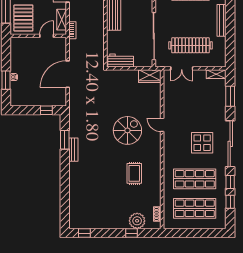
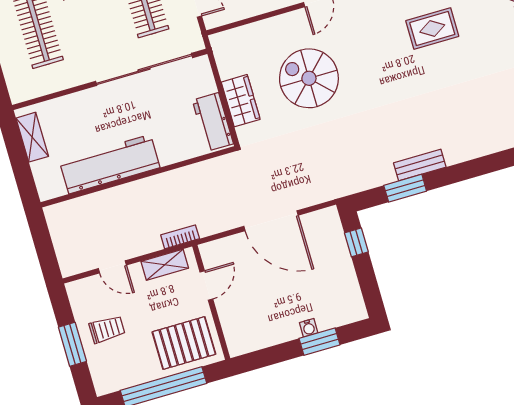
door: (47, 36) -> (206, 285), swing flipped
wardrobe: (150, 76) -> (241, 101), moved
spiral stairs: (127, 130) -> (309, 78), moved

